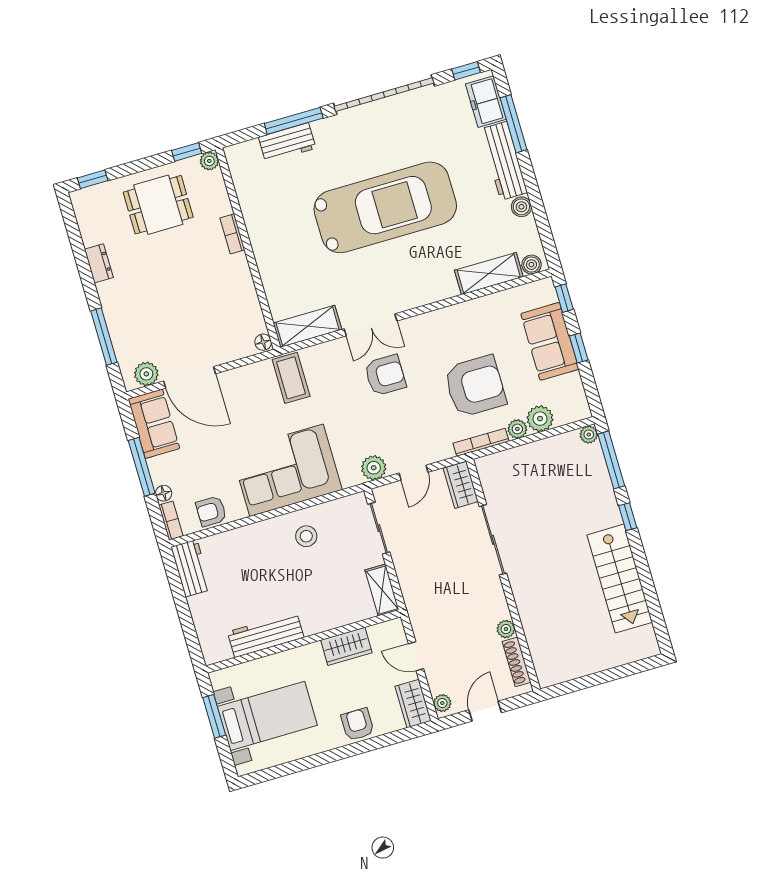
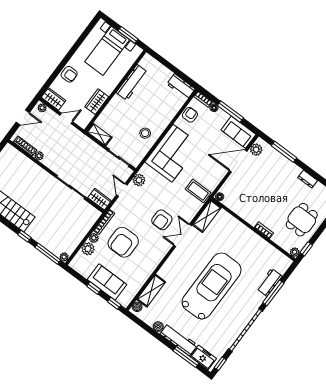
car: (385, 207) -> (212, 286), turned 180
door: (485, 711) -> (23, 117), hinge flipped

